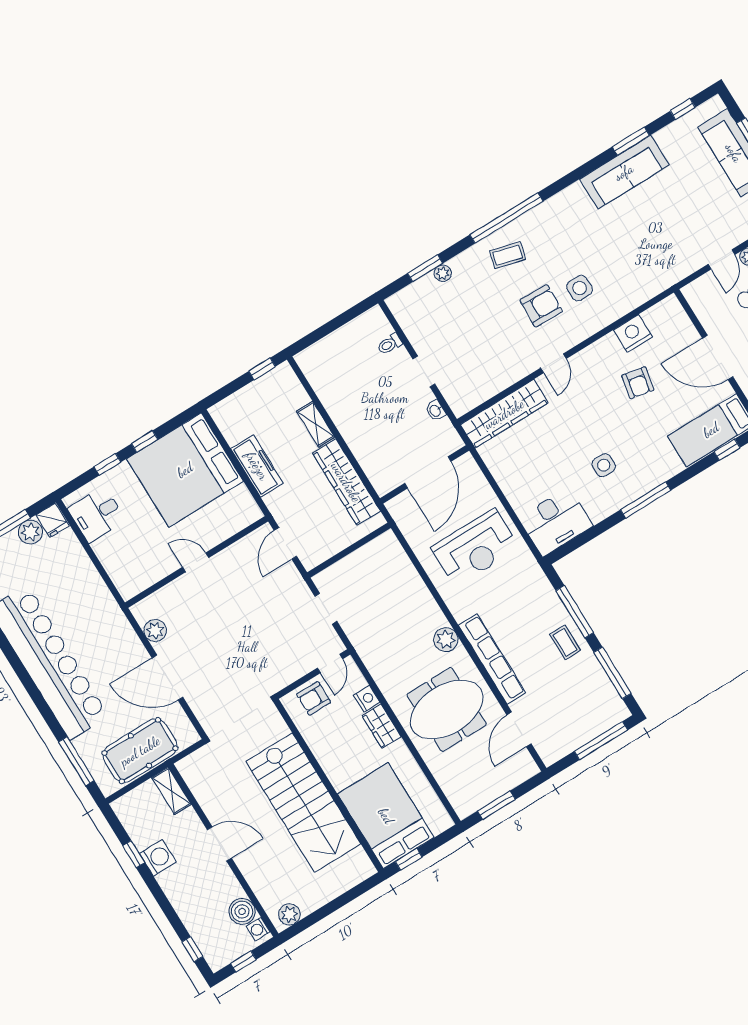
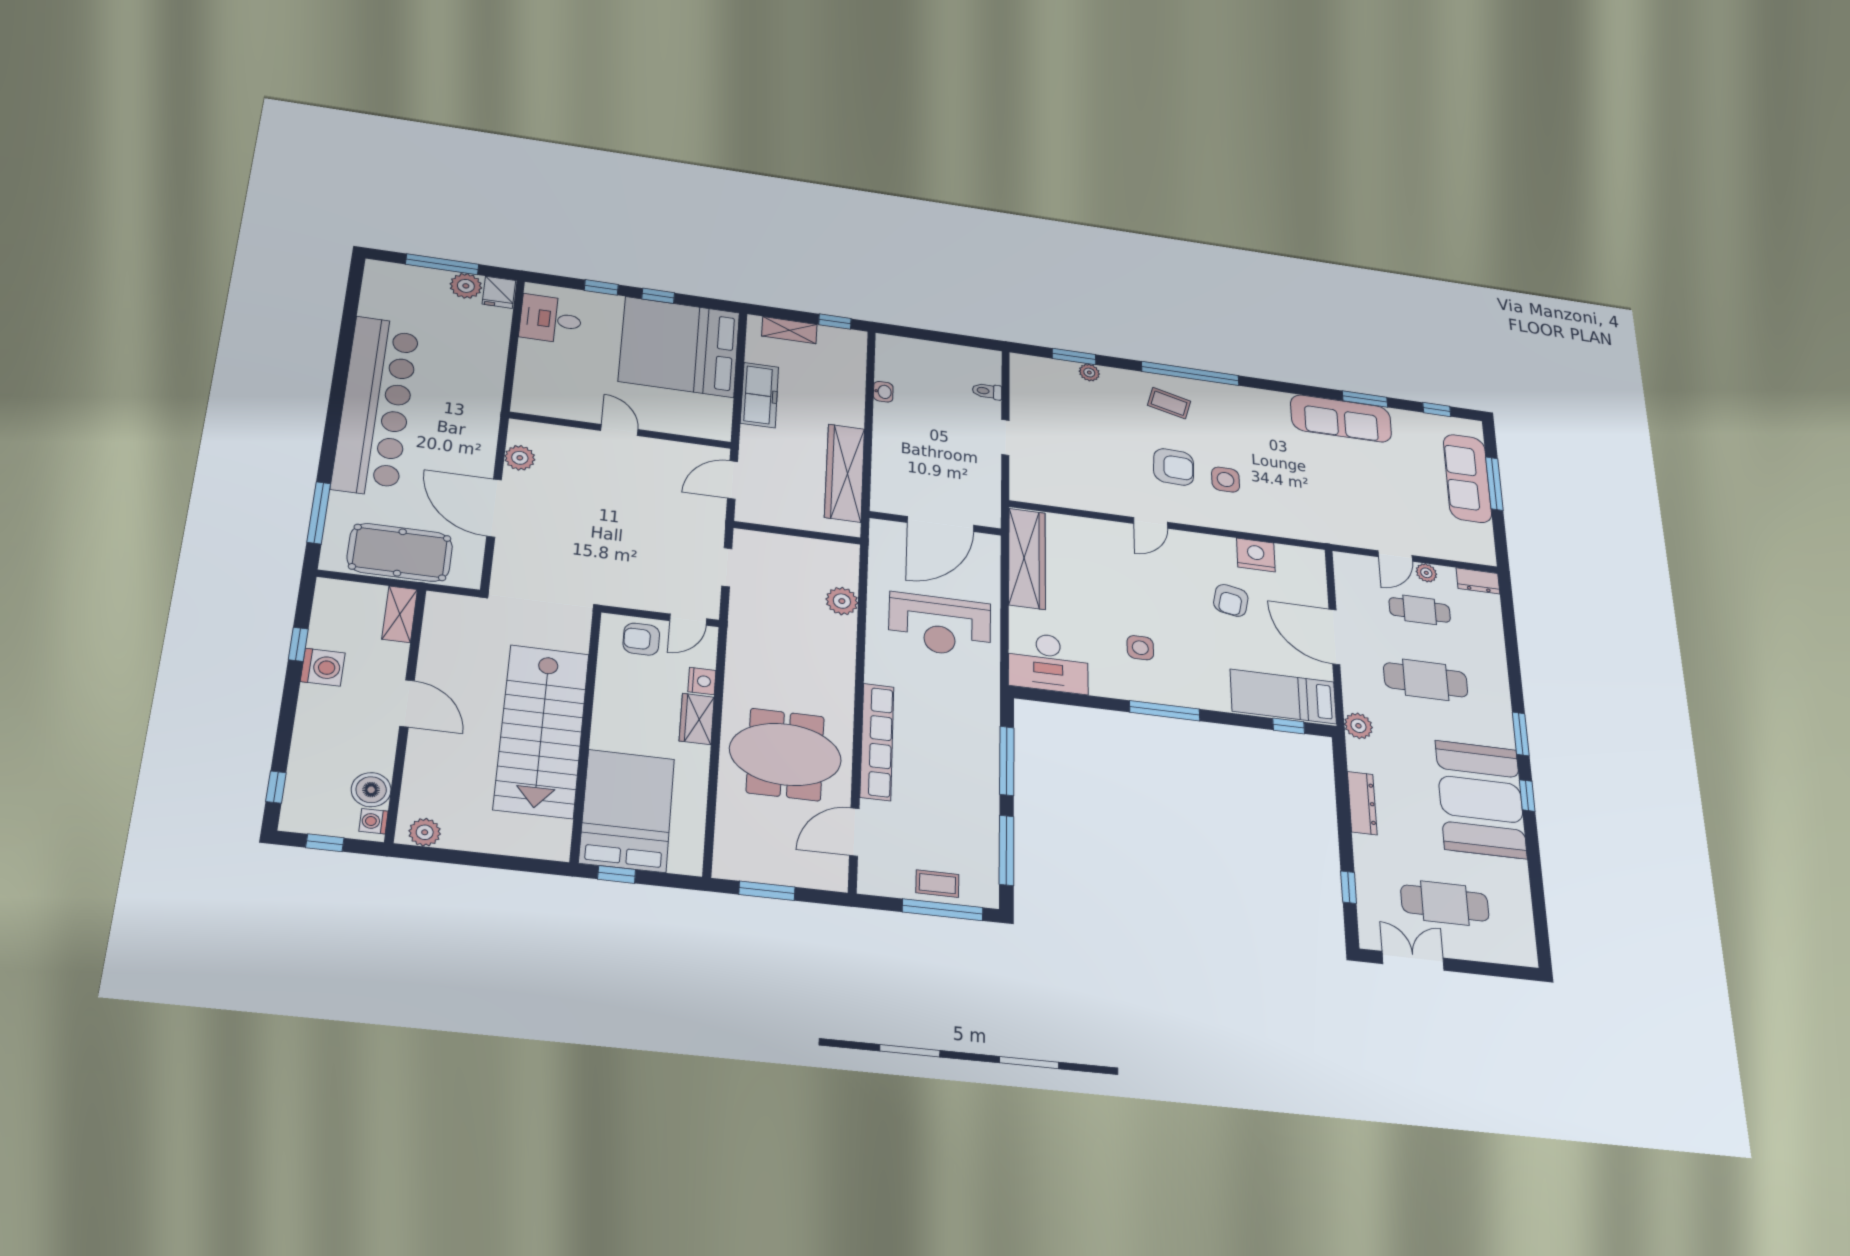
washbasin: (436, 411) -> (883, 392), moved, turned 180
wardrobe: (504, 414) -> (1027, 559), moved, turned -90
shelving: (316, 424) -> (789, 330), moved, turned 90
plant: (446, 640) -> (842, 601), moved
coffee table: (565, 642) -> (937, 884), moved, turned 90

